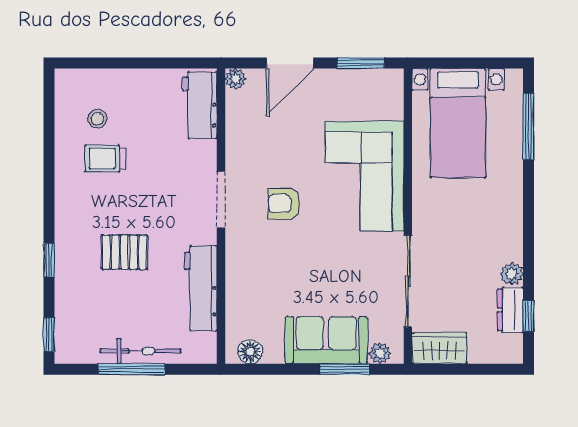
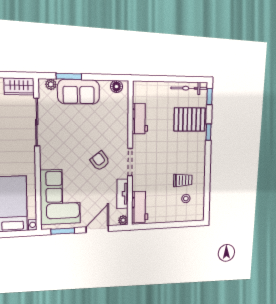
tv unit: (237, 134) -> (123, 194), added
corner sofa: (365, 176) -> (60, 197), moved
armchair: (284, 204) -> (100, 161), turned -127
pallet: (124, 252) -> (190, 119), moved, width x1.50, depth x1.42
workbench: (201, 288) -> (140, 119), width x0.73
bicycle: (140, 351) -> (189, 88), moved
window: (132, 369) -> (173, 79), removed

